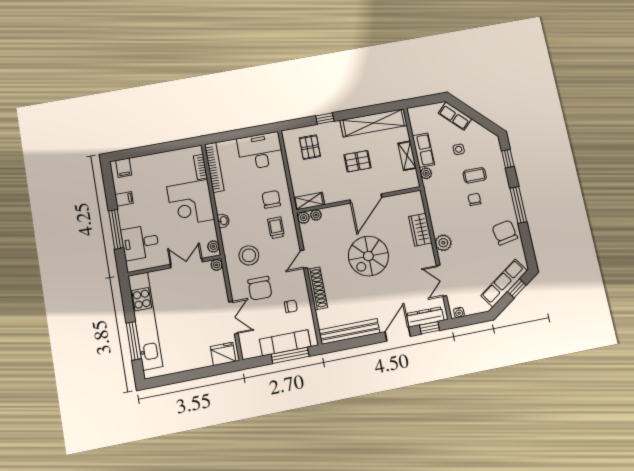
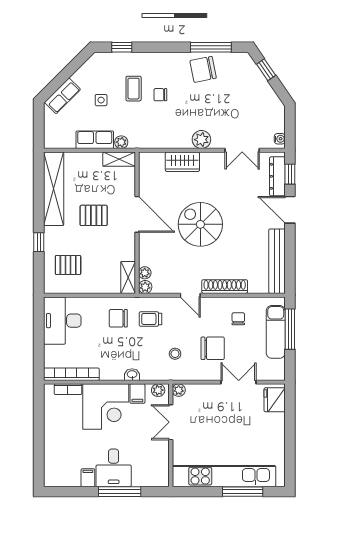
shelving: (407, 156) -> (119, 159), moved
pallet: (358, 161) -> (94, 215), turned 90
filing cabinet: (124, 168) -> (137, 394), moved, turned 90
window: (518, 205) -> (211, 47), moved
desk: (140, 242) -> (114, 468), moved
stool: (249, 255) -> (175, 354), width x0.53, depth x0.53
spiral stairs: (368, 256) -> (200, 224), turned 180
row of seats: (504, 283) -> (258, 82), removed

